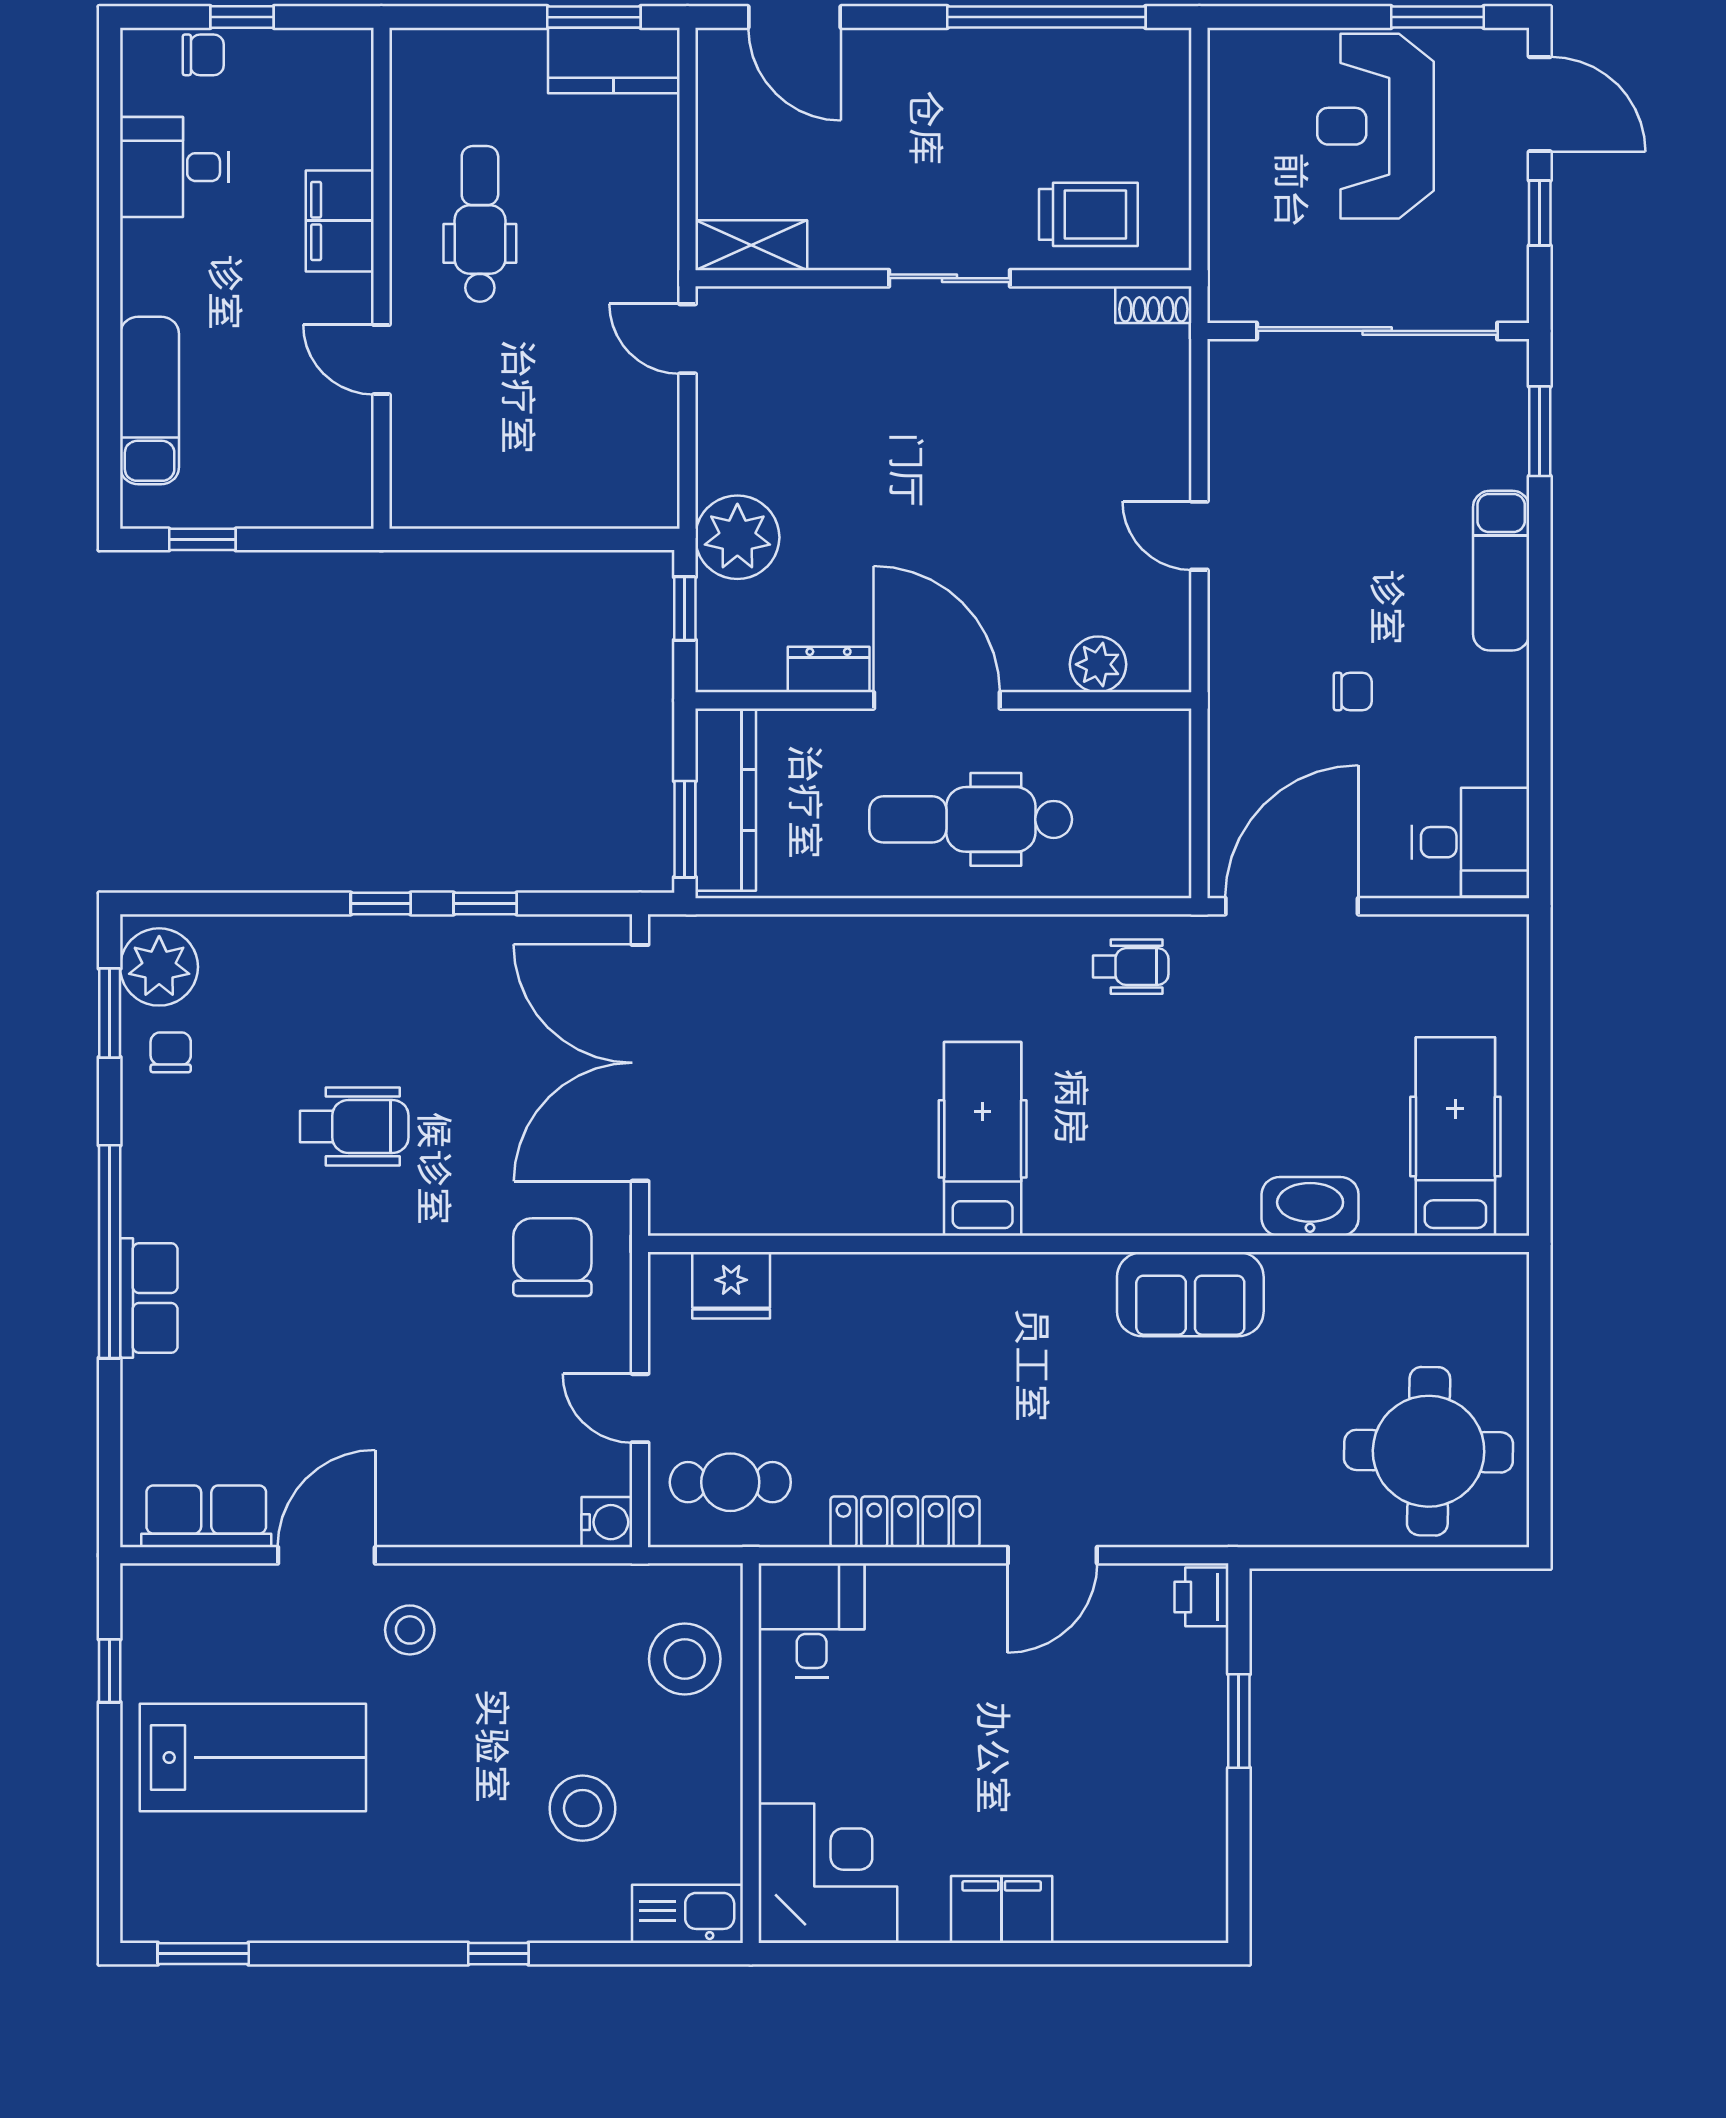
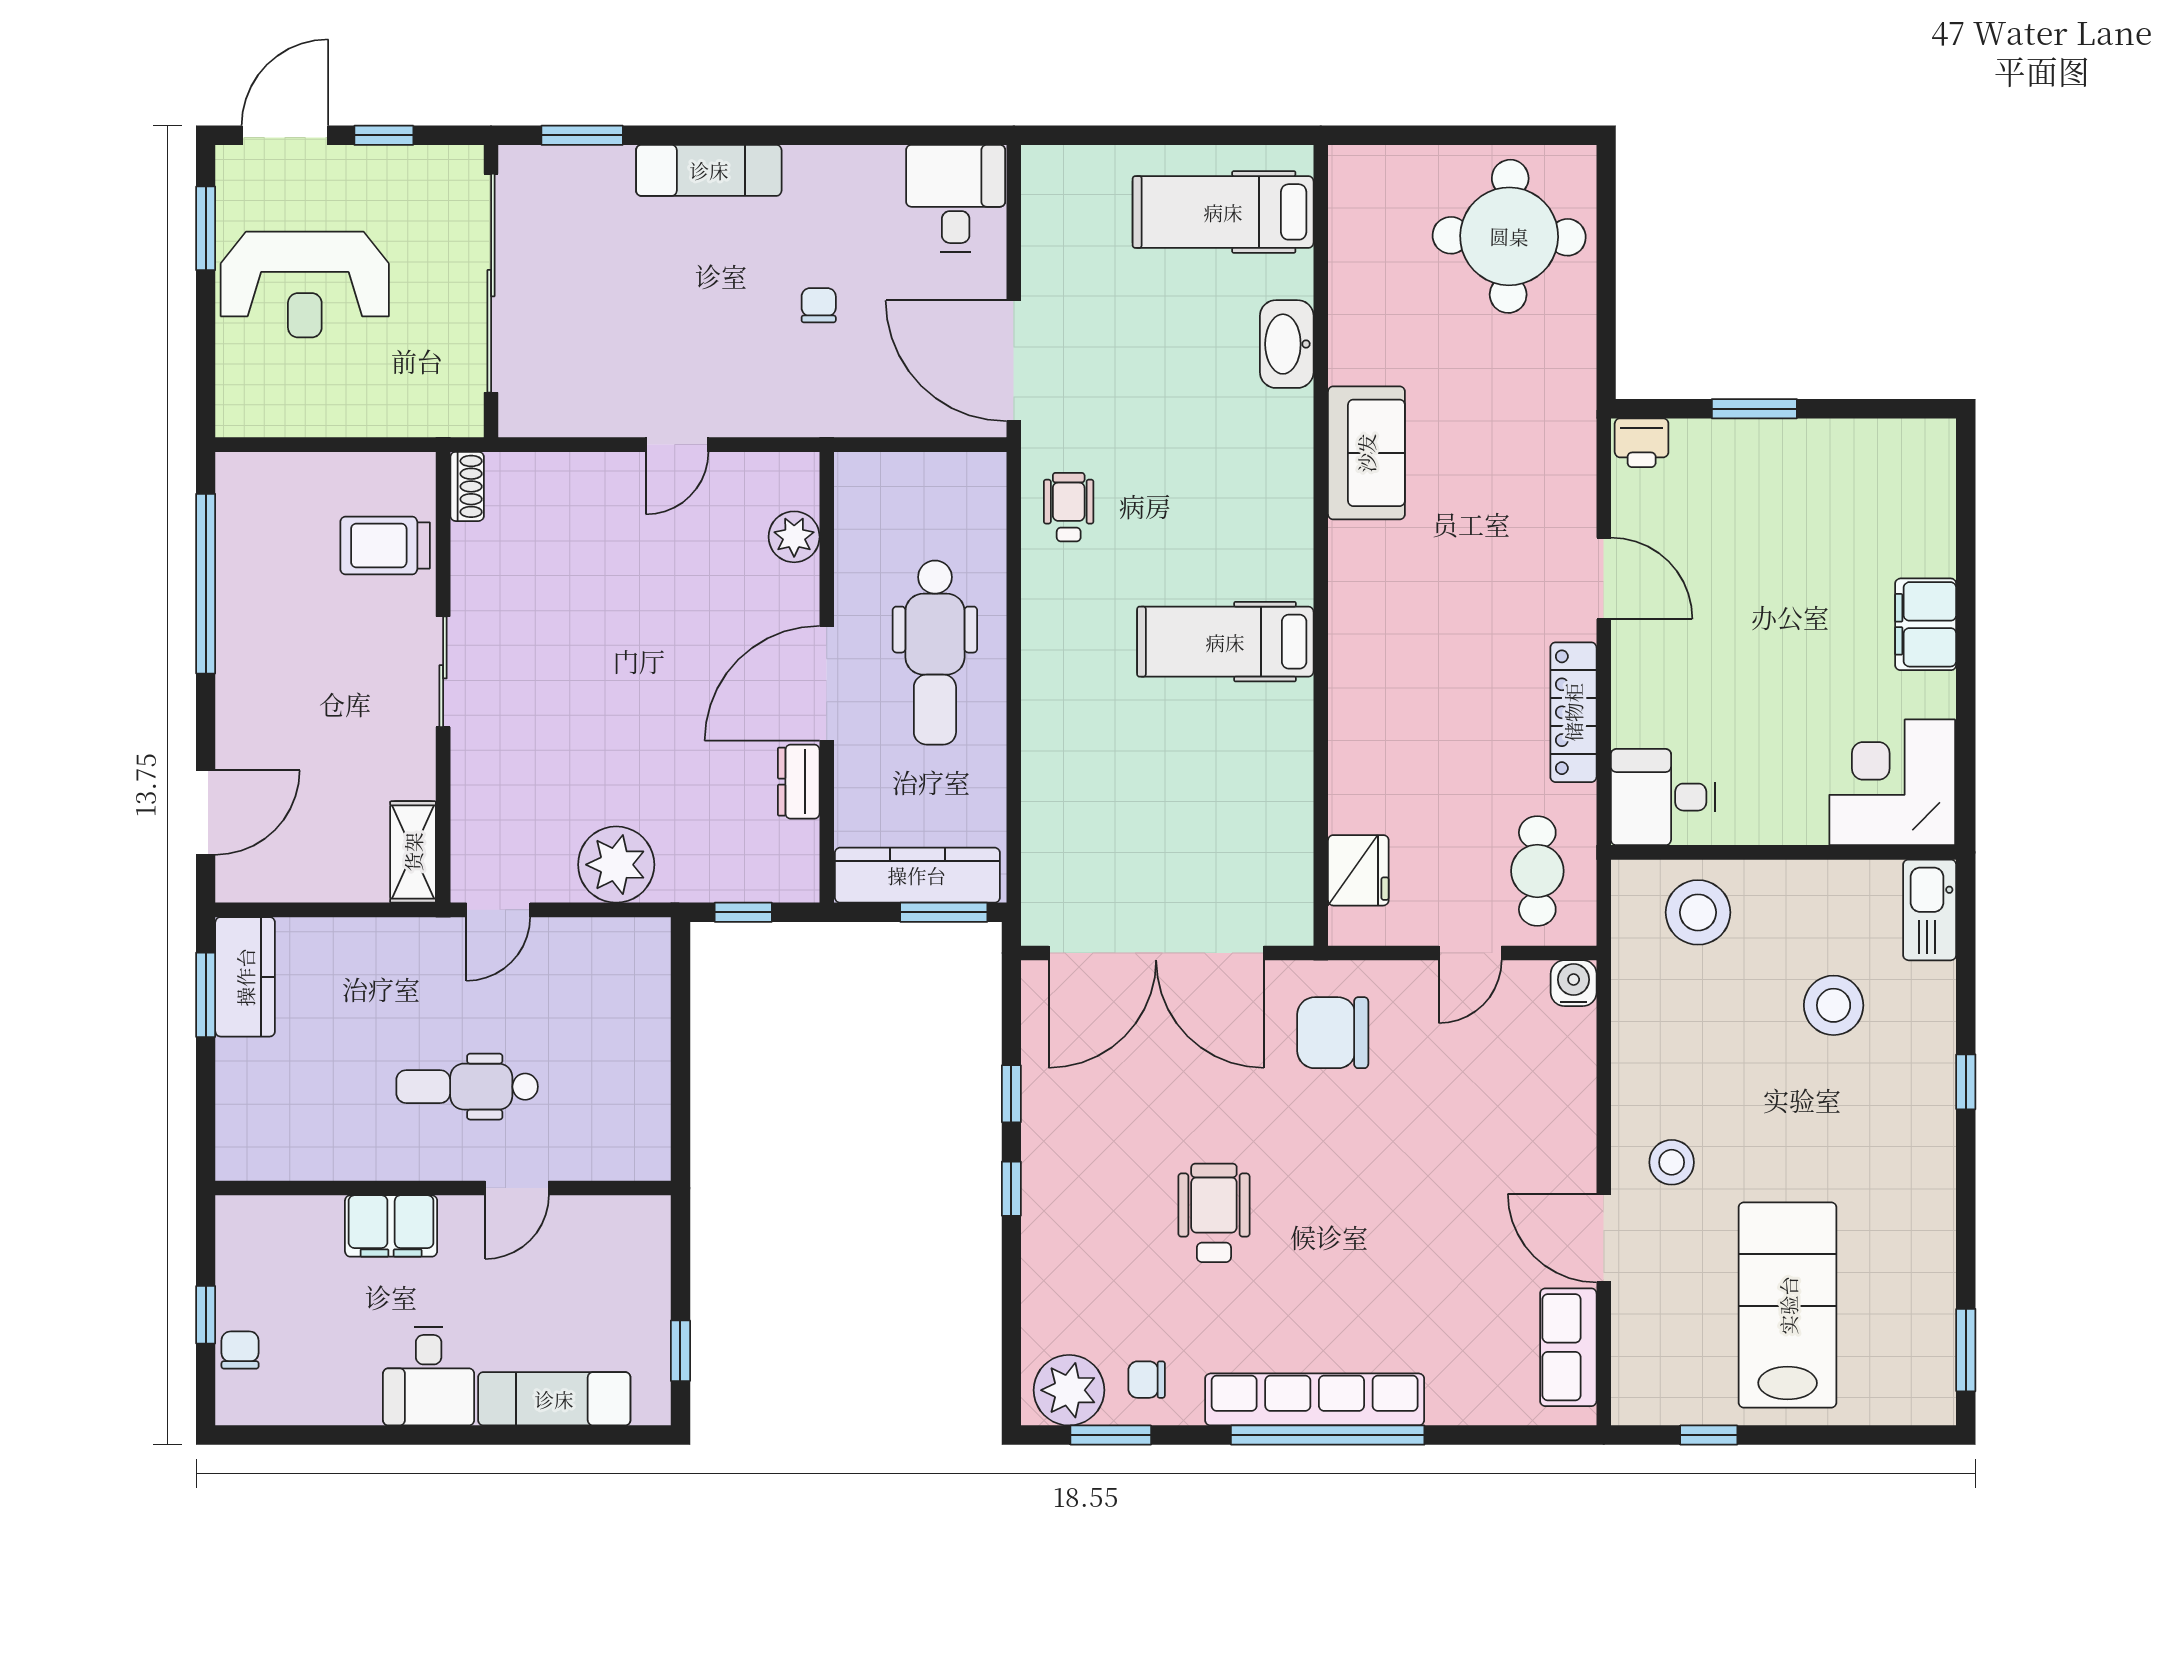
desk: (174, 167) -> (429, 1376), moved
trolley: (1088, 214) -> (385, 545), turned -90
dental chair: (480, 224) -> (467, 1087), moved
plant: (737, 537) -> (616, 865), moved
row of seats: (149, 1298) -> (1315, 1399), width x2.02

